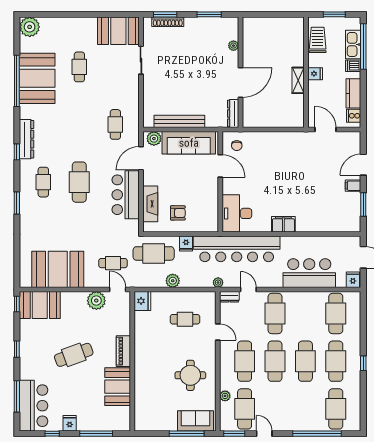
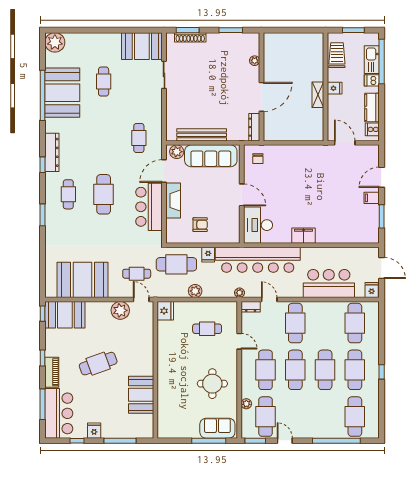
door: (220, 166) -> (242, 195), moved
fireplace: (150, 204) -> (173, 201), moved
piano: (123, 351) -> (52, 372), moved, turned 180

